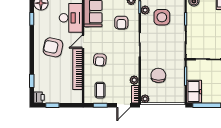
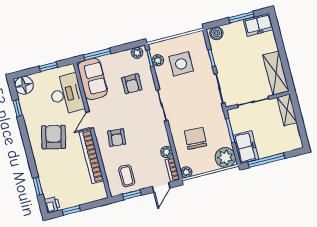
armchair: (53, 47) -> (54, 137), turned 91
plant: (177, 95) -> (225, 157), added

